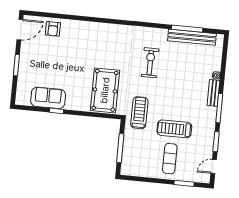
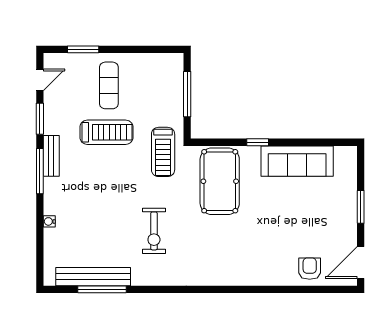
bench: (213, 93) -> (51, 156), moved
sofa: (48, 98) -> (297, 161), width x1.36
window: (57, 111) -> (258, 142), moved

